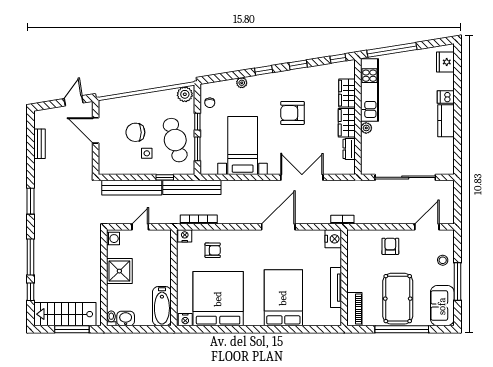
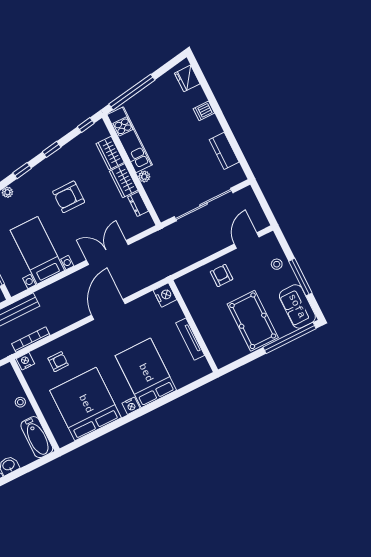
kitchen counter: (446, 121) -> (224, 151), moved
bookcase: (342, 220) -> (165, 273), removed
stool: (163, 269) -> (20, 402), added
piano: (354, 309) -> (217, 351), removed
nightstand: (185, 320) -> (131, 406), moved
window: (402, 329) -> (290, 338), moved

